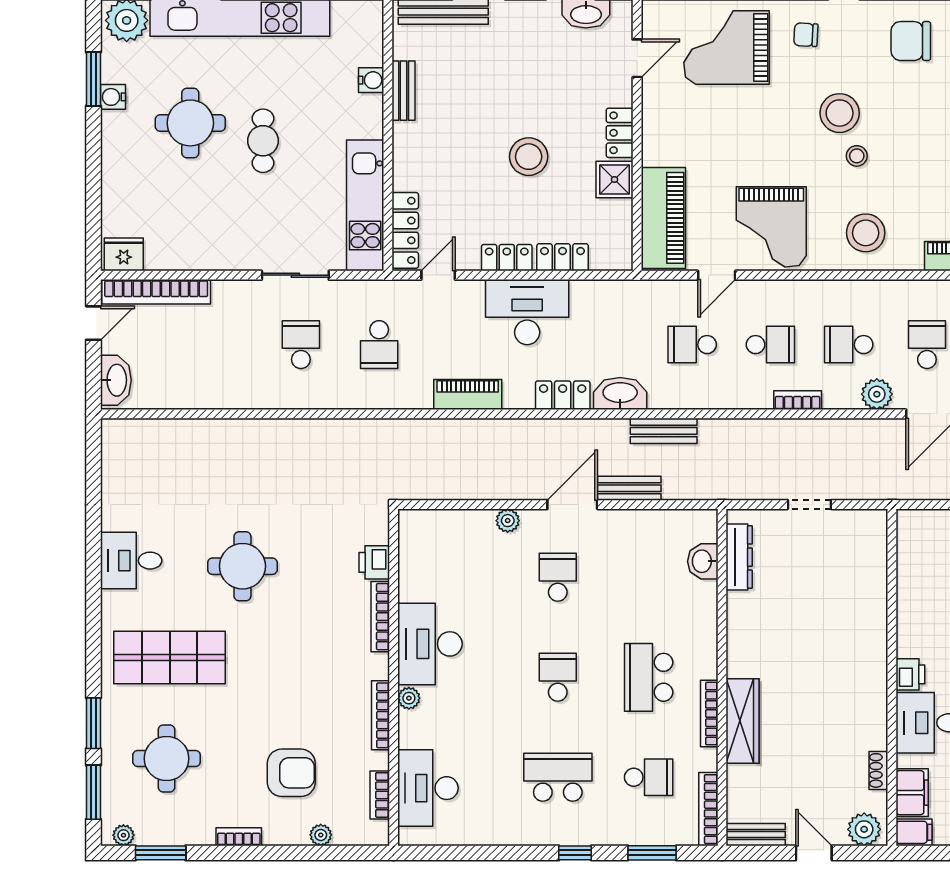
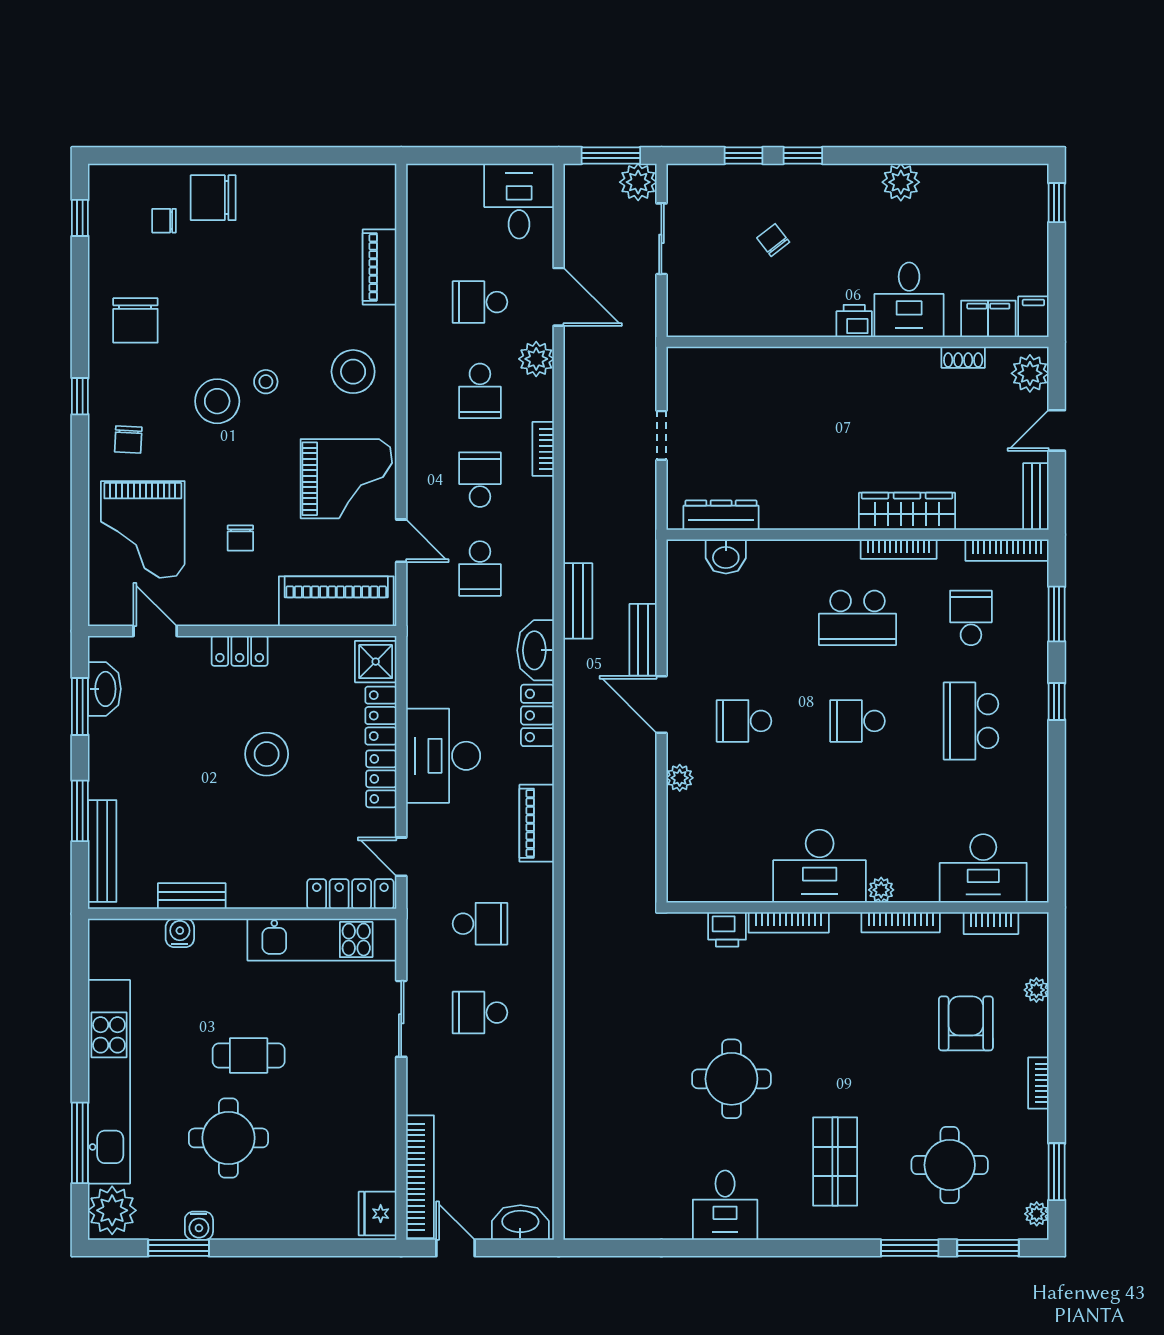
chair: (719, 134) -> (240, 538), added
shower: (615, 179) -> (376, 662), moved
shop shelf: (170, 658) -> (835, 1162), width x0.70, depth x0.74

